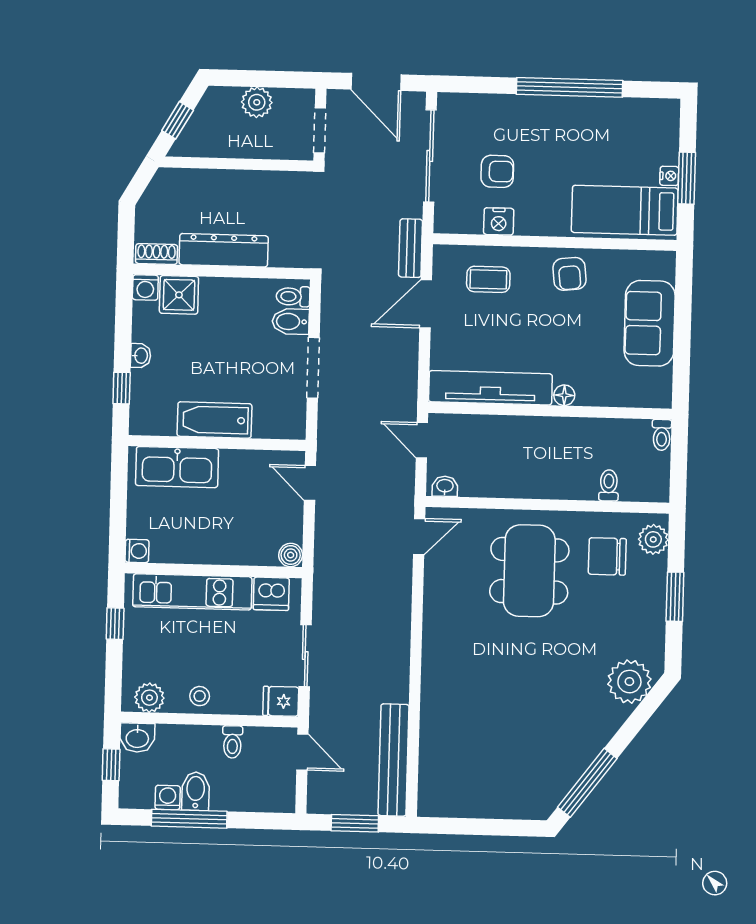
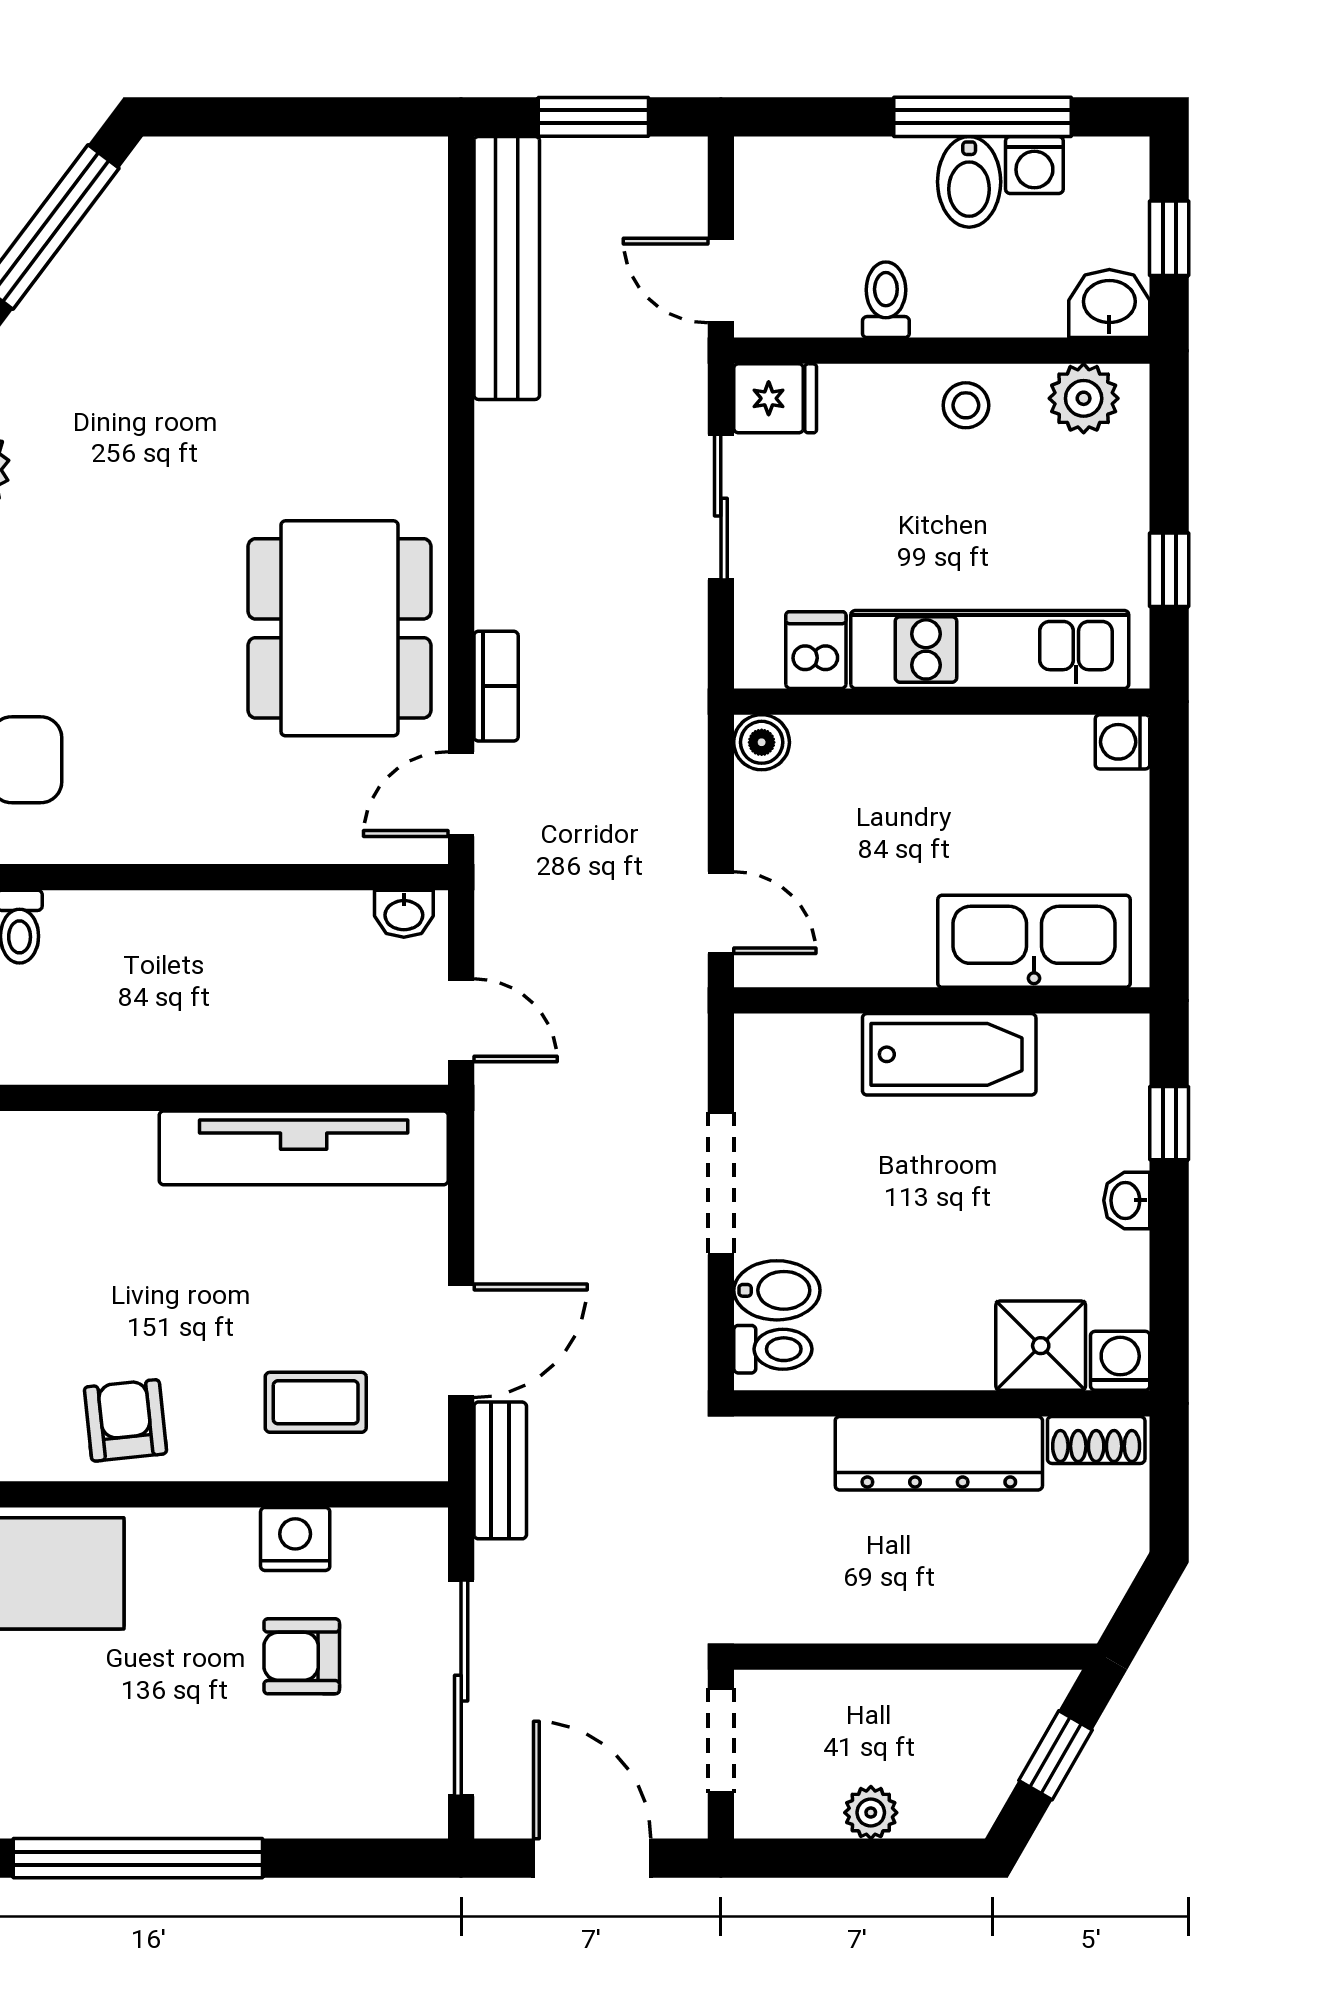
plant: (257, 102) -> (871, 1813), width x0.73, depth x0.73
floor lamp: (564, 395) -> (130, 1135), removed
dining table: (529, 571) -> (339, 628), moved
bookcase: (403, 582) -> (496, 686), added
dishwasher: (271, 594) -> (816, 650), width x0.73

